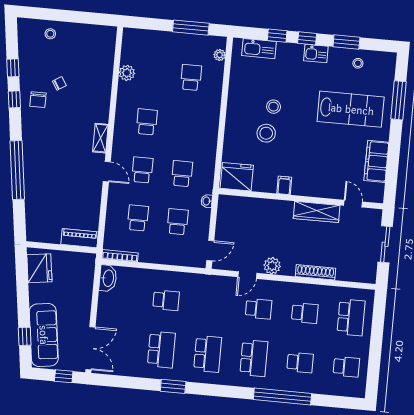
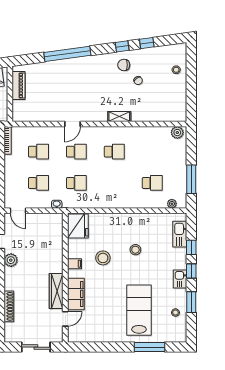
plant: (127, 73) -> (177, 133), moved
lab bench: (351, 109) -> (139, 310), turned 180
stool: (266, 133) -> (103, 258), moved
shelving: (100, 138) -> (119, 117), moved
filing cabinet: (376, 161) -> (76, 294), moved, turned 90
piano: (80, 238) -> (18, 85), moved
shoe rack: (316, 272) -> (9, 306), moved

